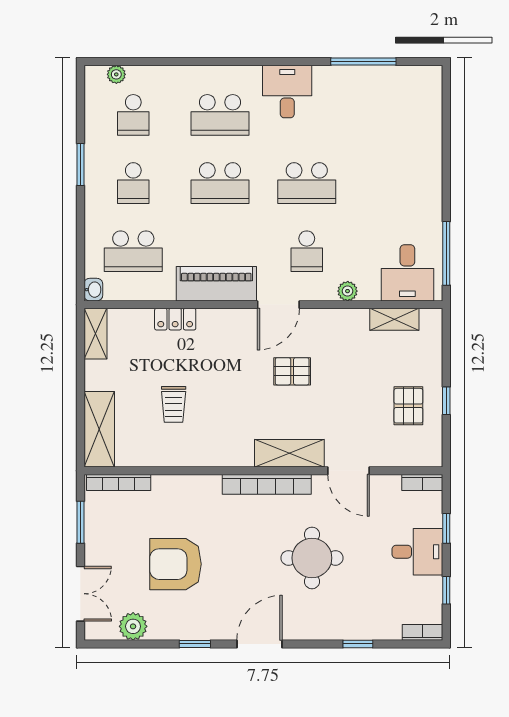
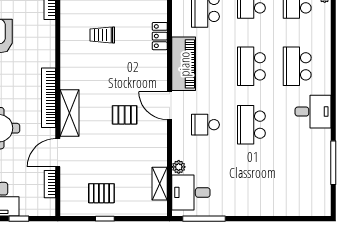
plant: (348, 291) -> (179, 167), moved
pallet: (292, 371) -> (125, 115), turned 90
bookcase: (422, 482) -> (50, 184), moved

